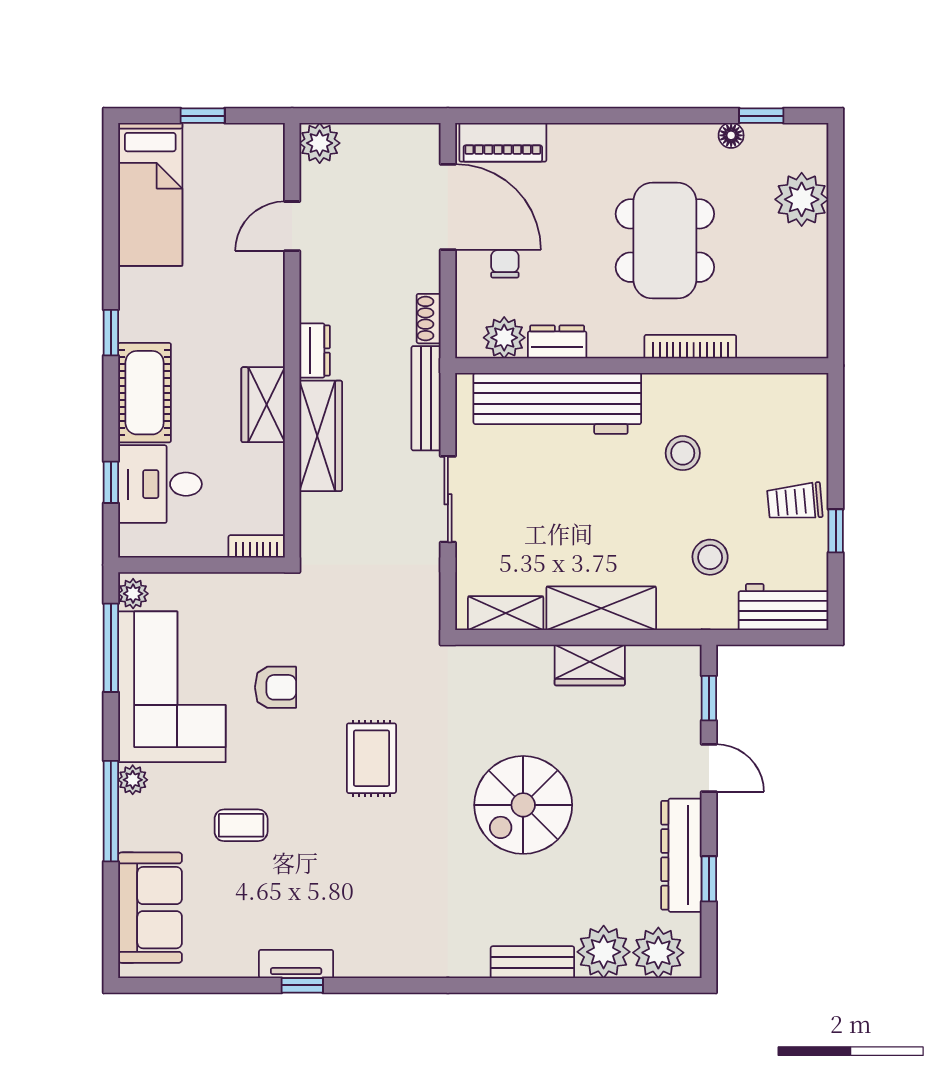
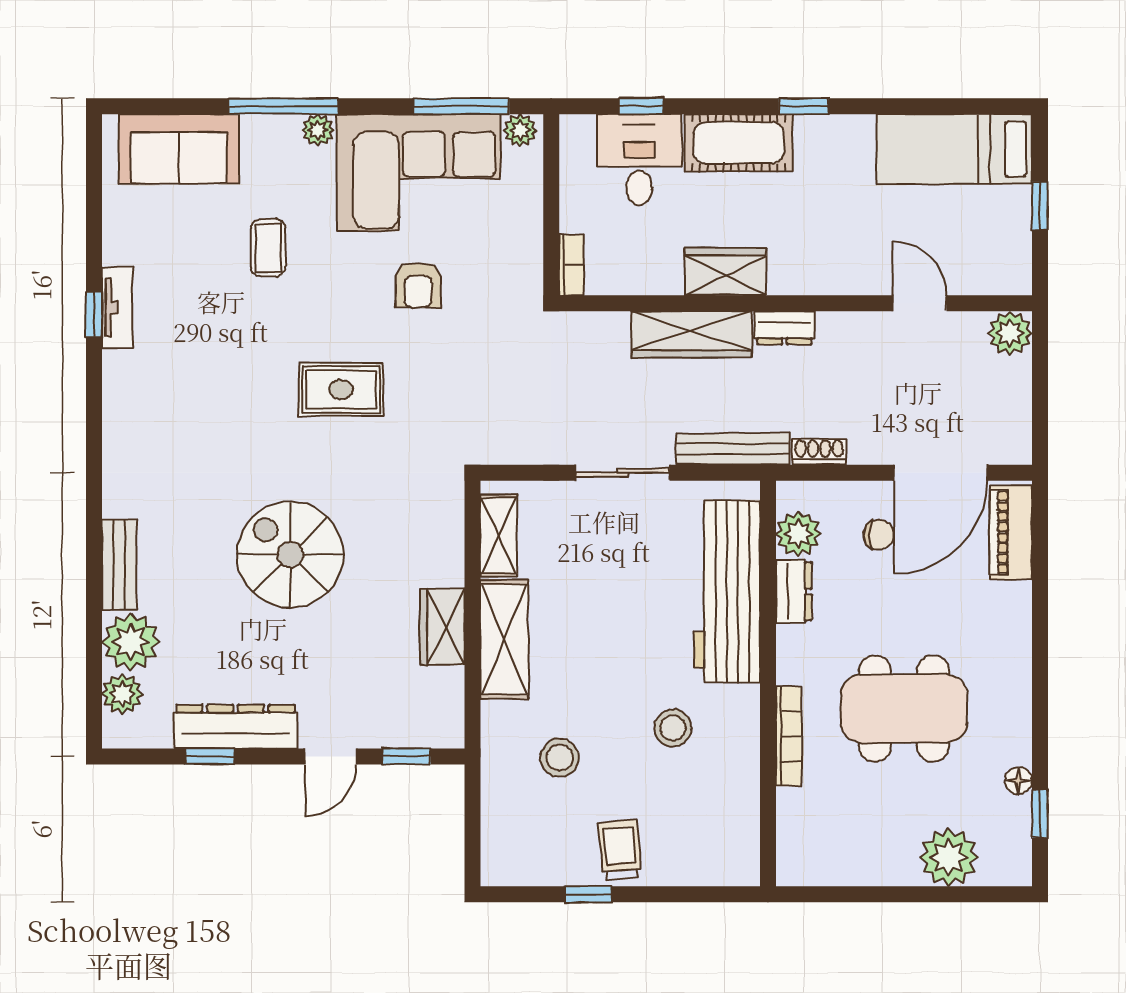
workbench: (784, 607) -> (506, 838), removed
plant: (658, 953) -> (122, 694), width x0.73, depth x0.73

